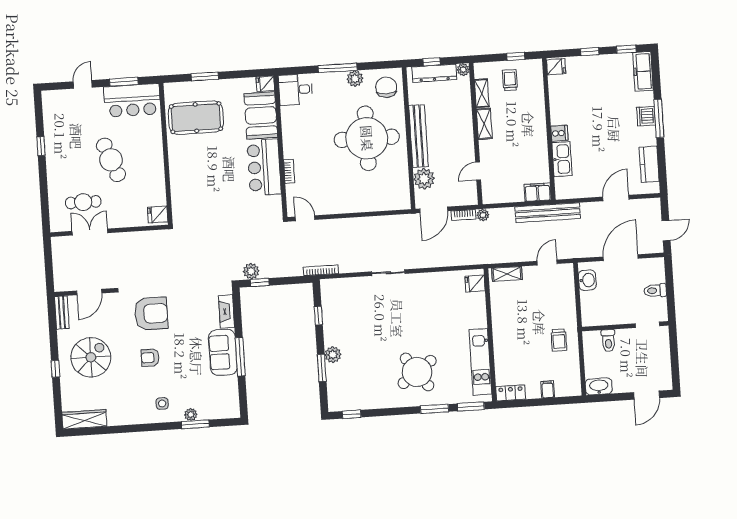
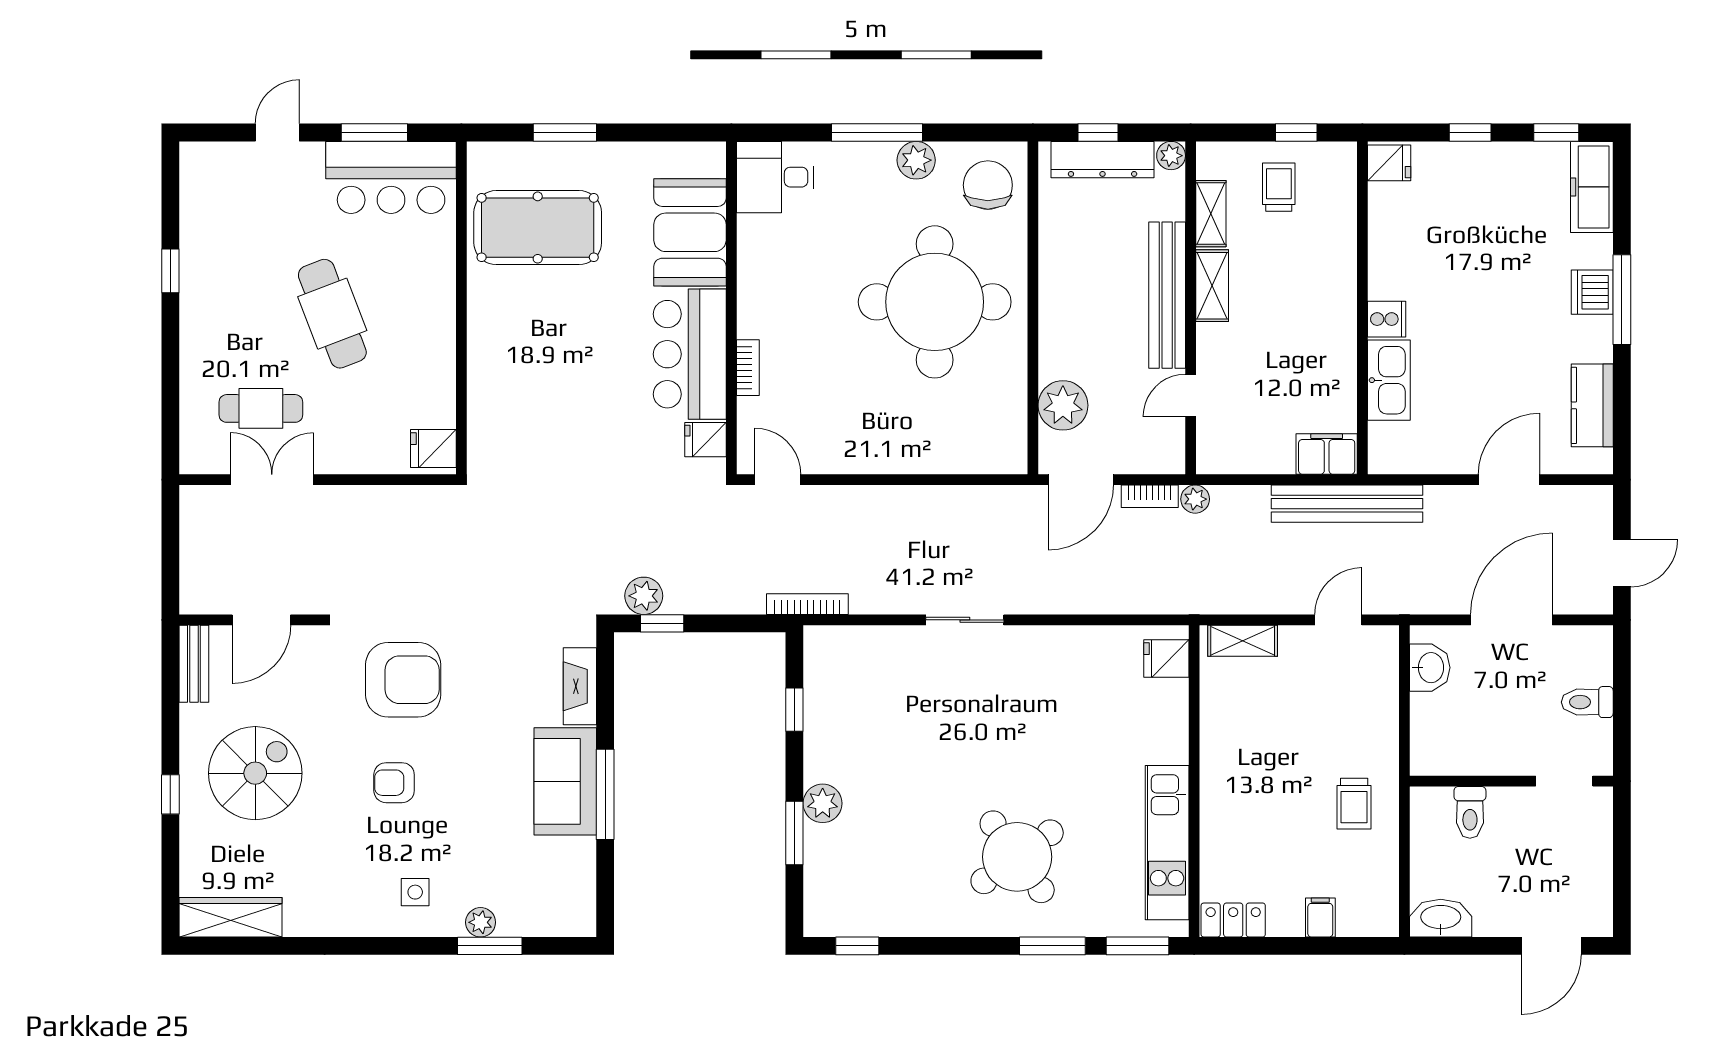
fridge: (265, 84) -> (705, 440), moved
bench: (419, 136) -> (1167, 295), moved

